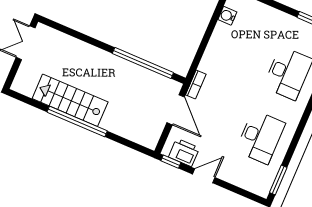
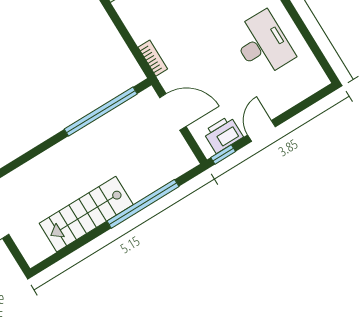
bookcase: (196, 85) -> (153, 58), moved
window: (77, 122) -> (143, 204), moved
window: (278, 180) -> (320, 57), removed

